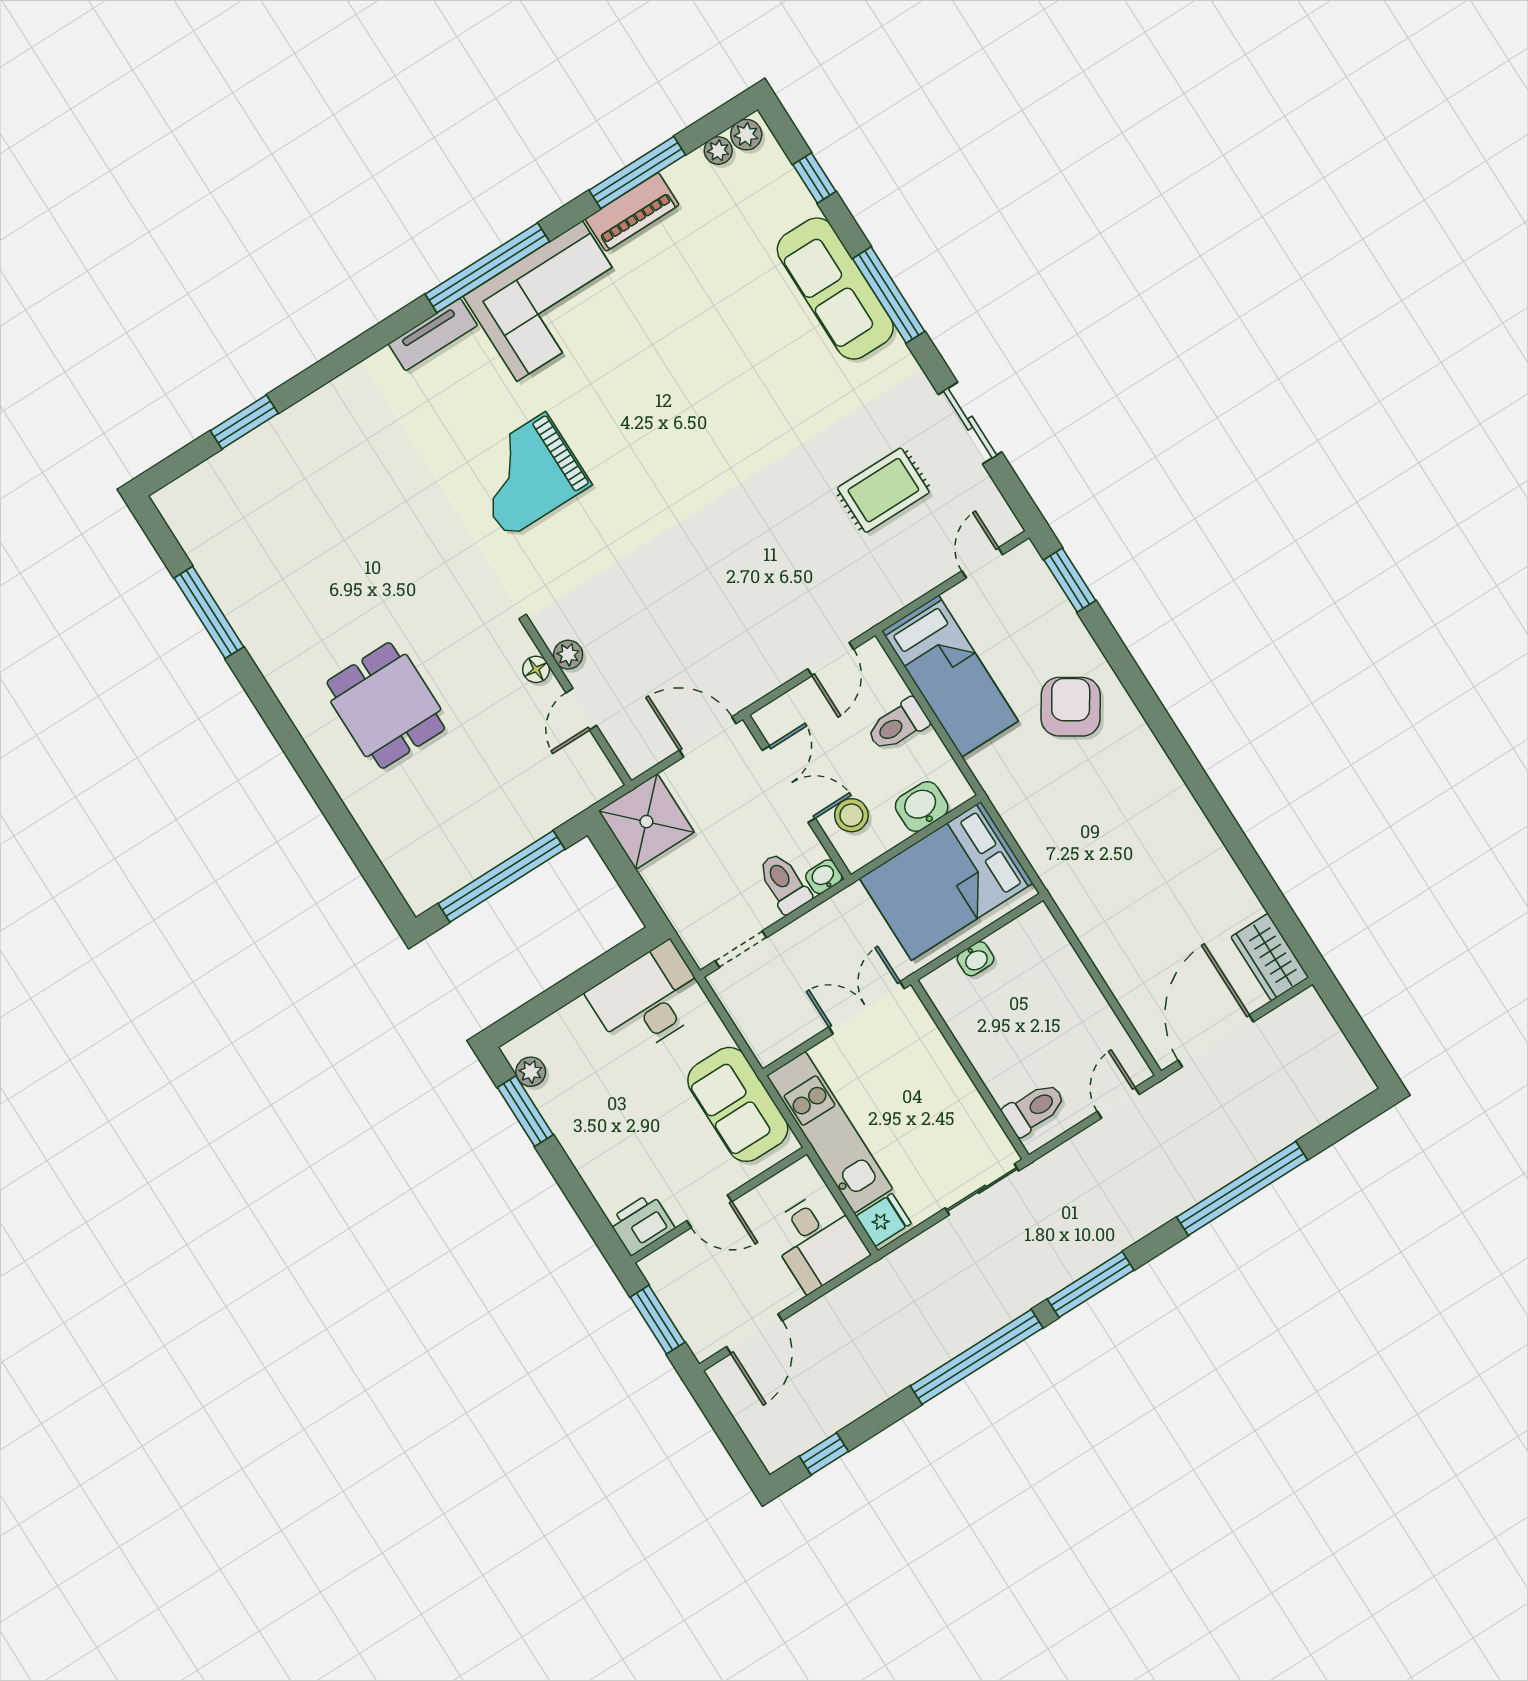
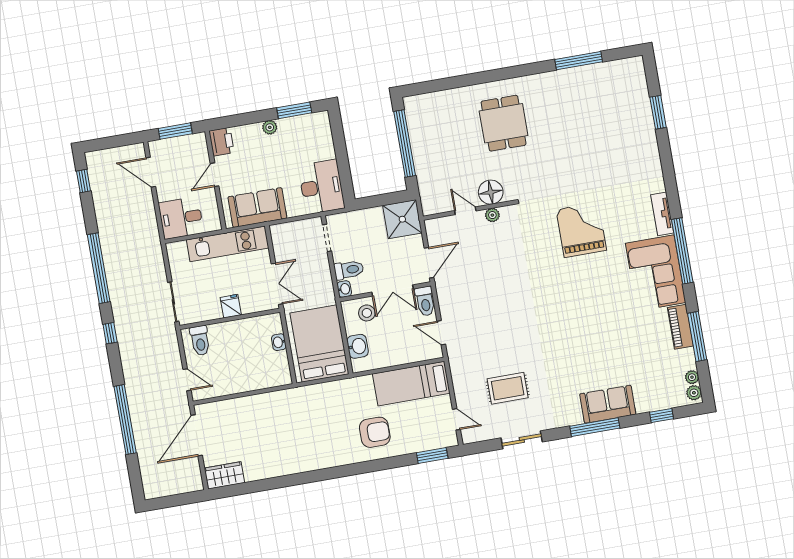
sofa: (835, 289) -> (608, 404), width x0.73
rug: (883, 490) -> (508, 388), turned 90
floor lamp: (536, 669) -> (491, 192), width x1.89, depth x1.89
dining table: (386, 705) -> (504, 123), turned 90
armchair: (1071, 707) -> (375, 432), turned -33
toilet: (898, 725) -> (425, 301), moved, turned 180
door: (1216, 1041) -> (197, 435), swing flipped
plant: (531, 1072) -> (270, 127), moved
fridge: (884, 1220) -> (231, 306), moved, turned 180
window: (1091, 1285) -> (110, 333), width x0.46

